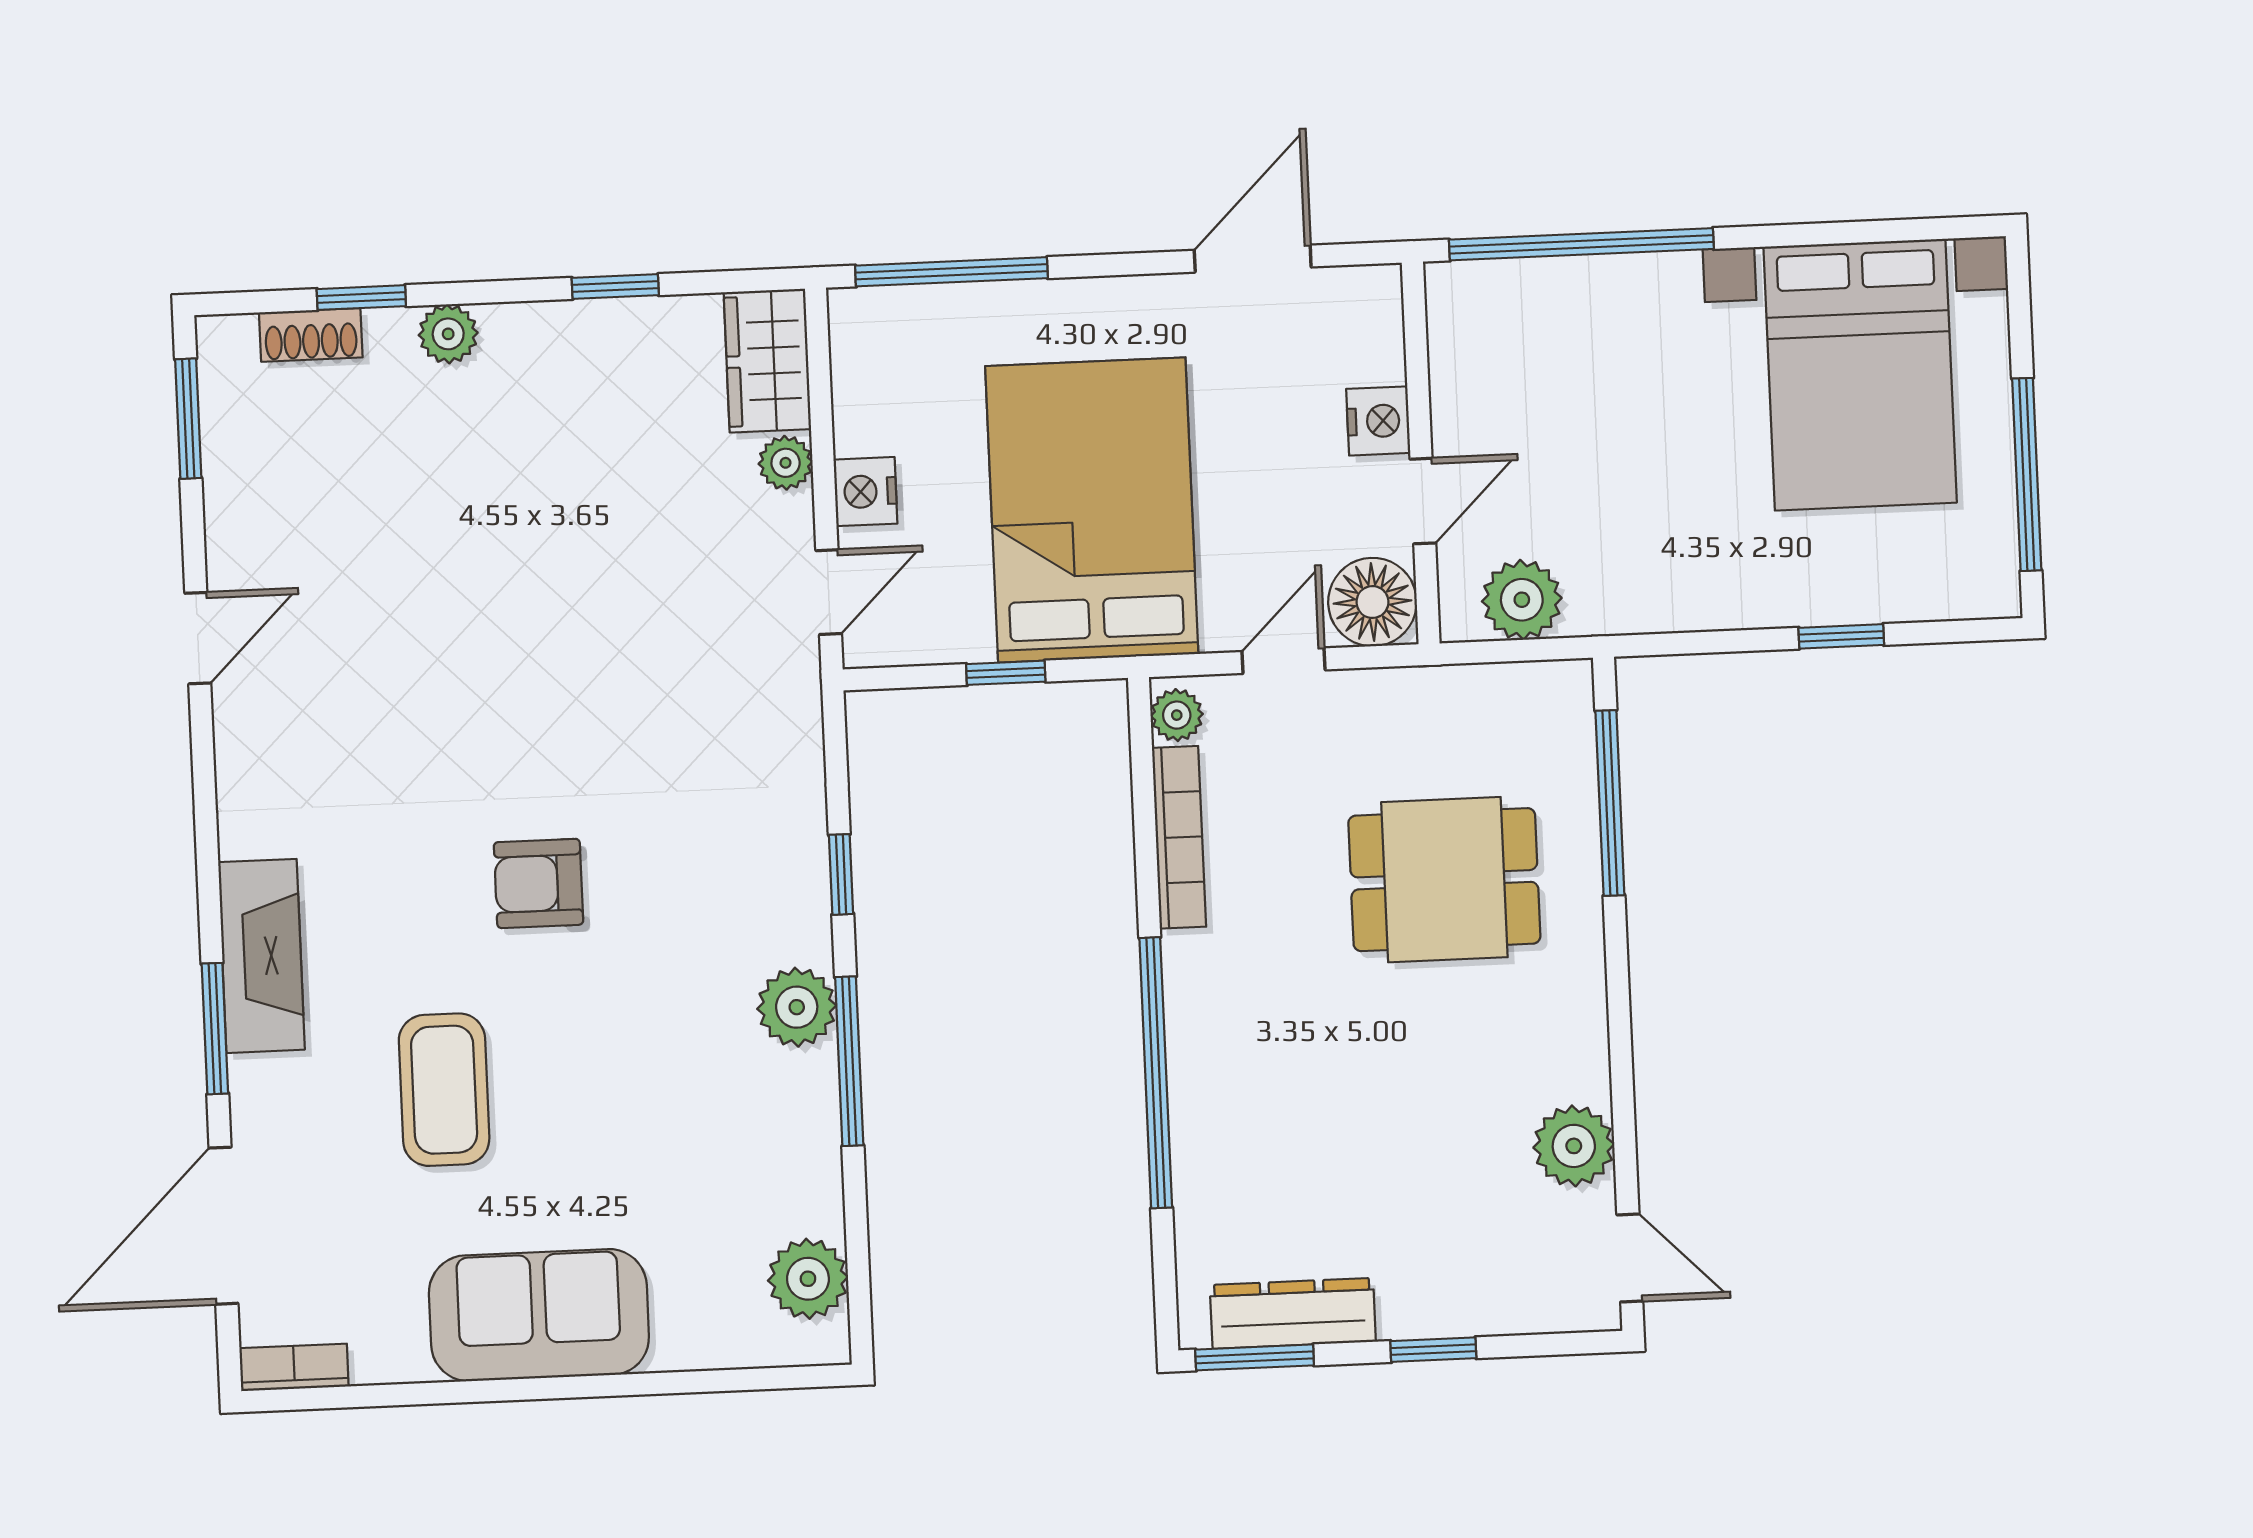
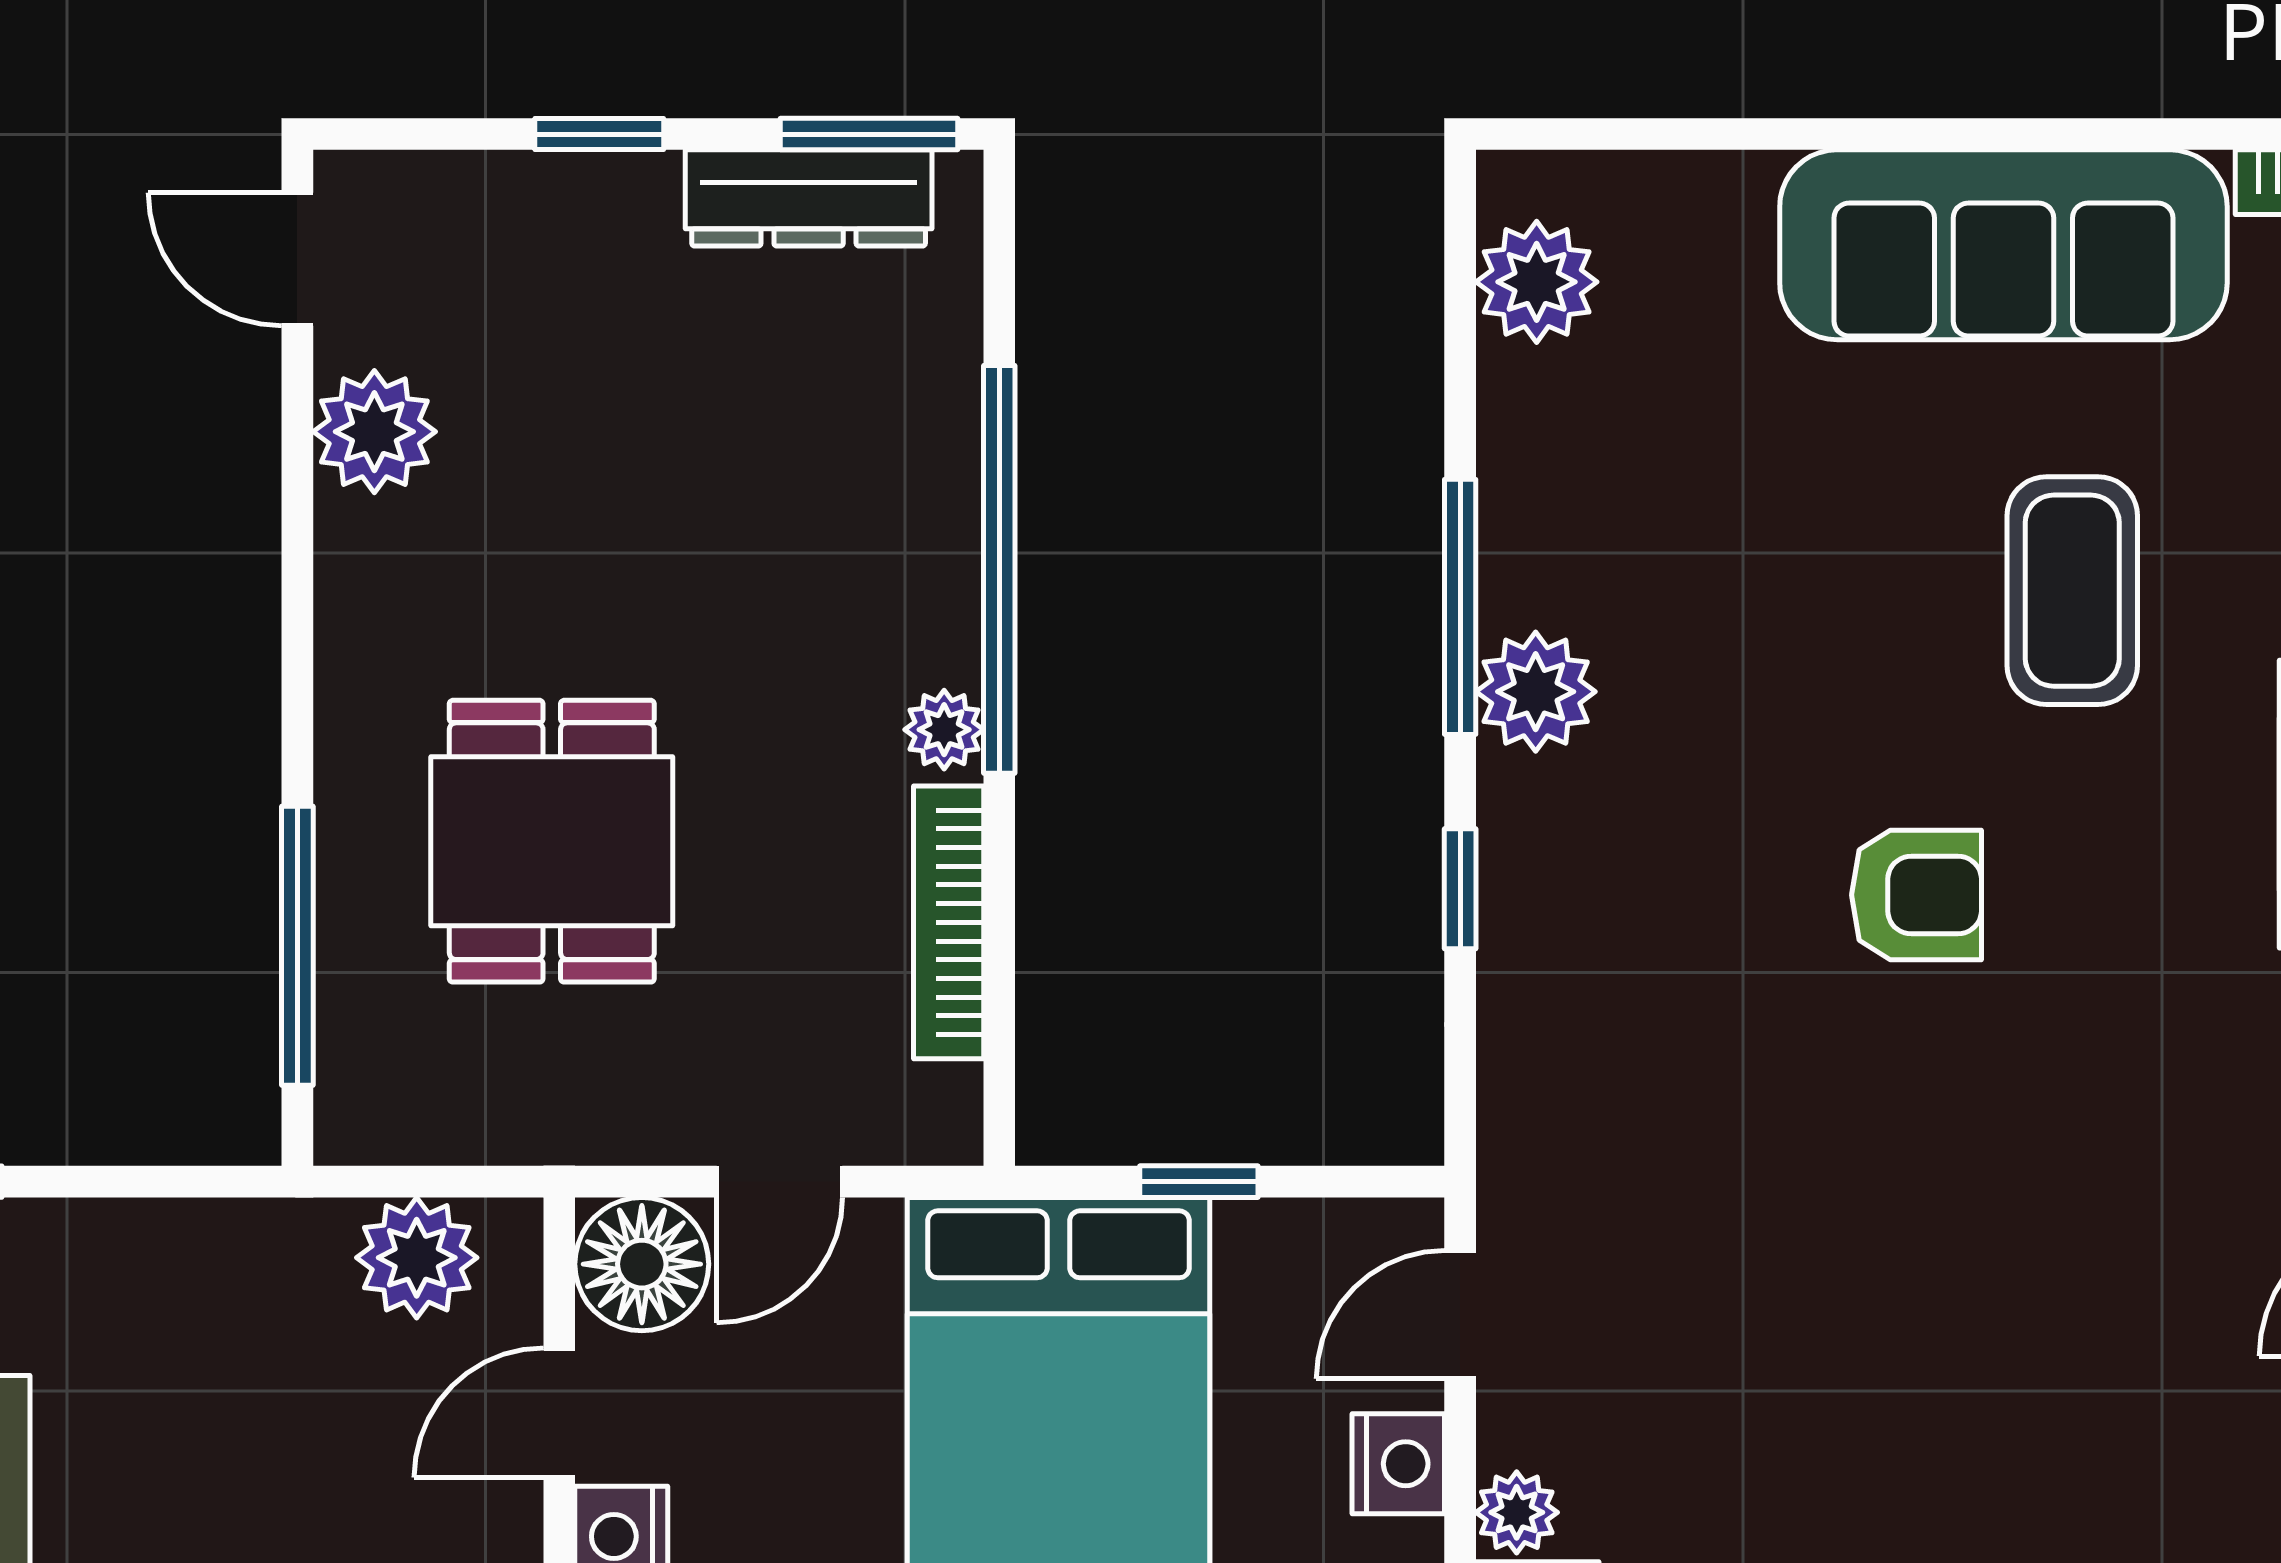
plant: (1177, 715) -> (944, 730), moved
dining table: (1444, 880) -> (552, 841), turned 90
sofa: (539, 1315) -> (2003, 245), width x1.36

